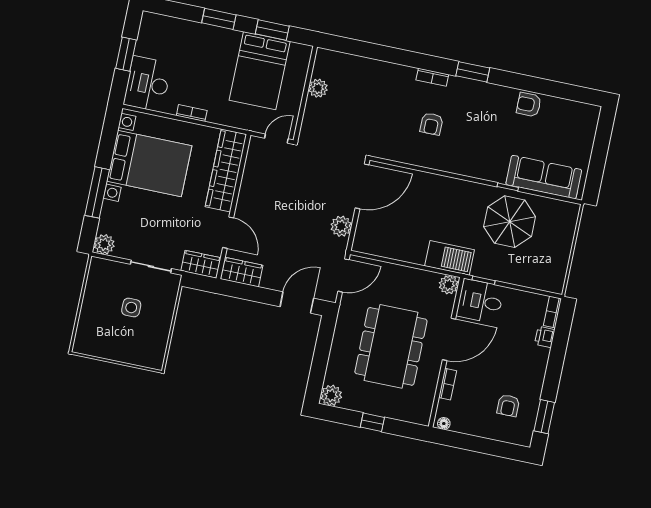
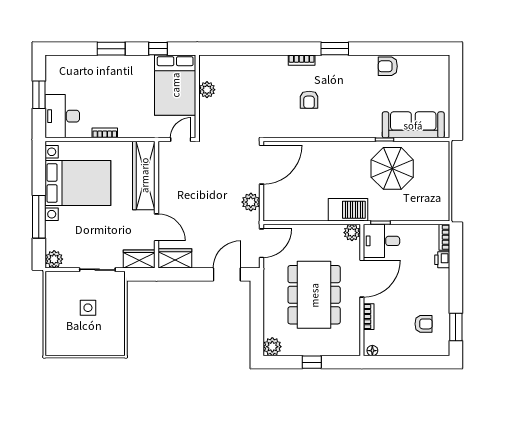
window: (272, 30) -> (158, 49), width x0.67
bed: (260, 71) -> (175, 85), moved
armchair: (508, 405) -> (424, 324), turned -90

